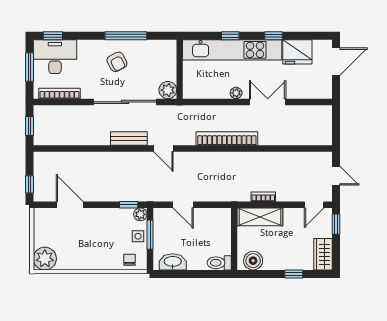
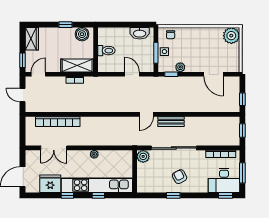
window: (126, 36) -> (173, 195), width x0.46
double door: (268, 102) -> (54, 148), moved
bookcase: (227, 139) -> (58, 122), moved
door: (163, 149) -> (146, 114), swing flipped
window: (29, 184) -> (242, 99), moved
plant: (140, 214) -> (180, 67), moved
toilet: (219, 263) -> (106, 51), moved
window: (294, 274) -> (65, 25), moved

